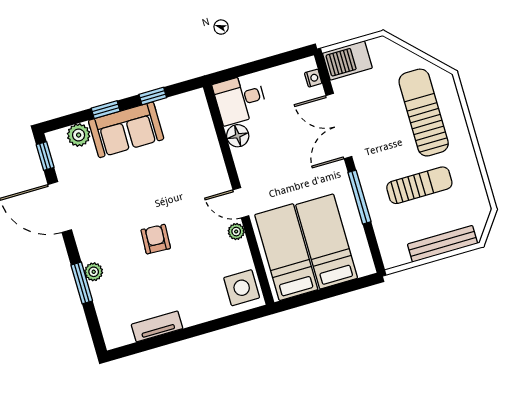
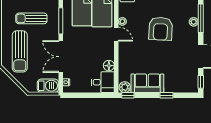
window: (153, 96) -> (128, 95), moved
double door: (339, 126) -> (61, 57), swing flipped
sofa: (126, 130) -> (147, 83), moved
plant: (79, 135) -> (125, 87), moved
armchair: (156, 239) -> (161, 29), width x1.88, depth x1.88
window: (82, 283) -> (201, 18), width x1.44

